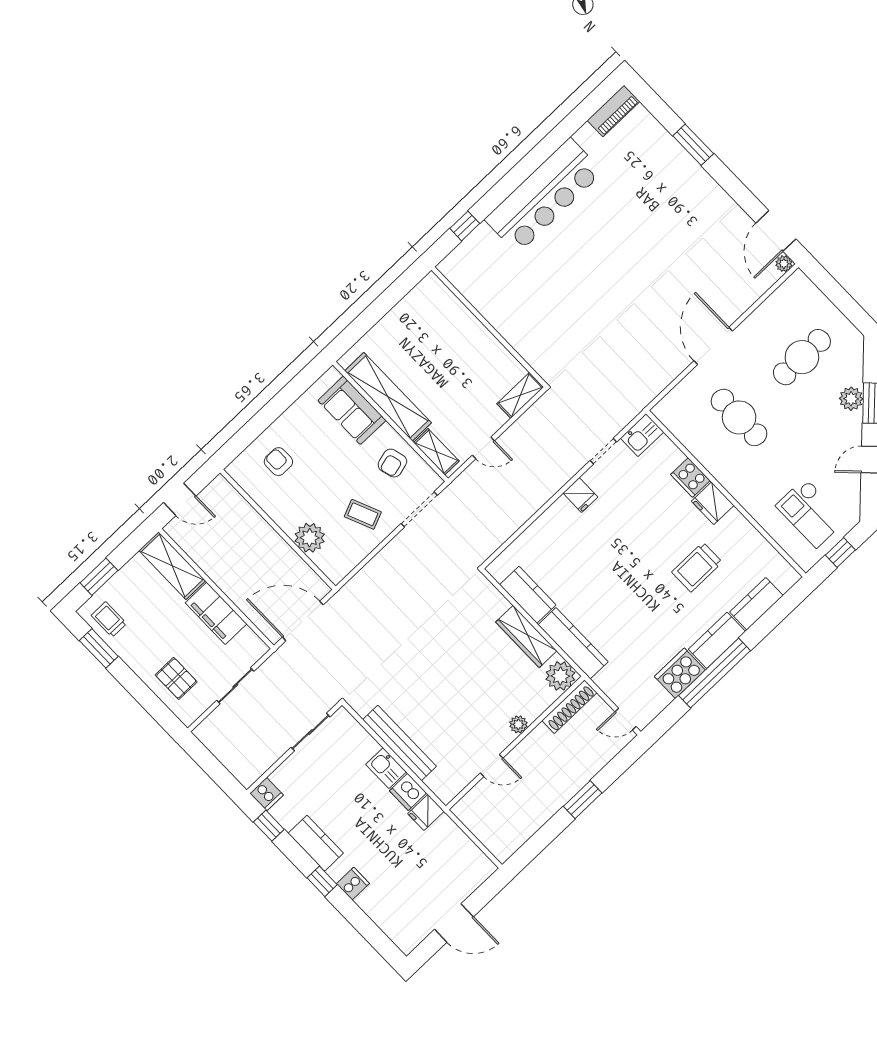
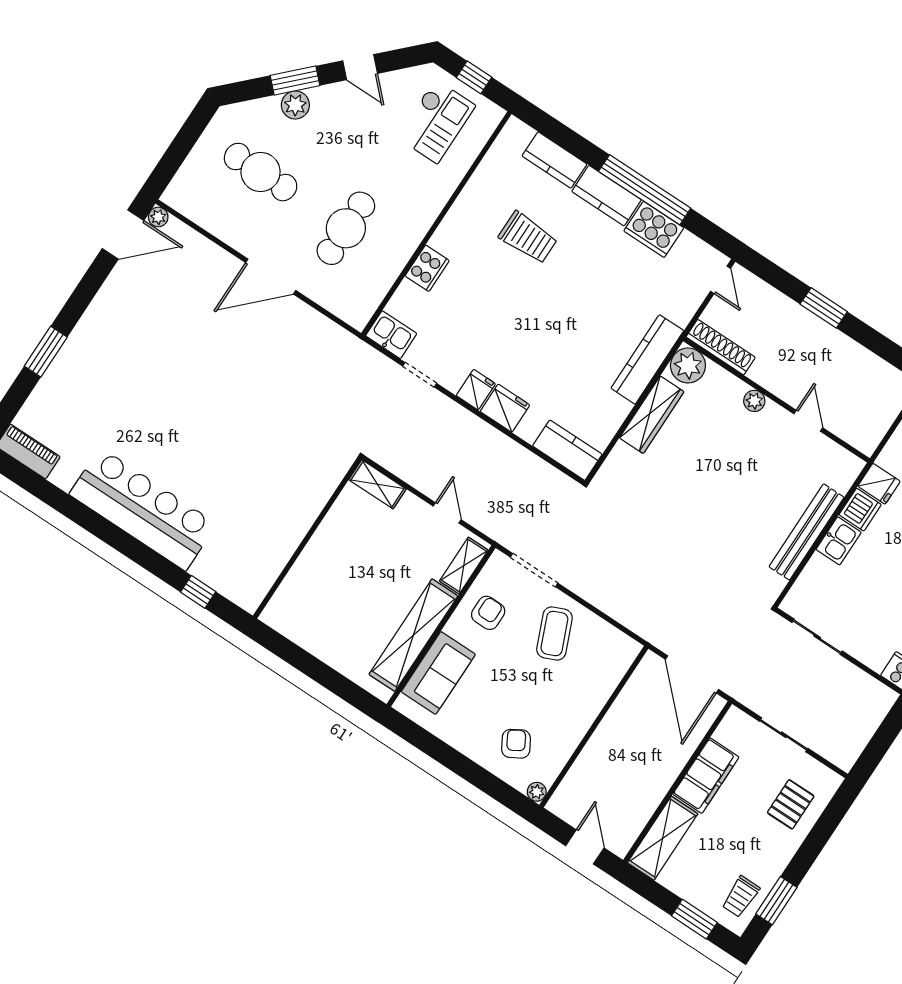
armchair: (278, 462) -> (516, 744), turned 150
armchair: (392, 463) -> (488, 613), turned -75
fridge: (713, 503) -> (505, 408), moved, turned -90
coffee table: (363, 514) -> (554, 634), width x1.36, depth x1.30
plant: (310, 538) -> (537, 792), moved, width x0.53, depth x0.53
kitchen counter: (528, 595) -> (567, 450), moved, turned 90

